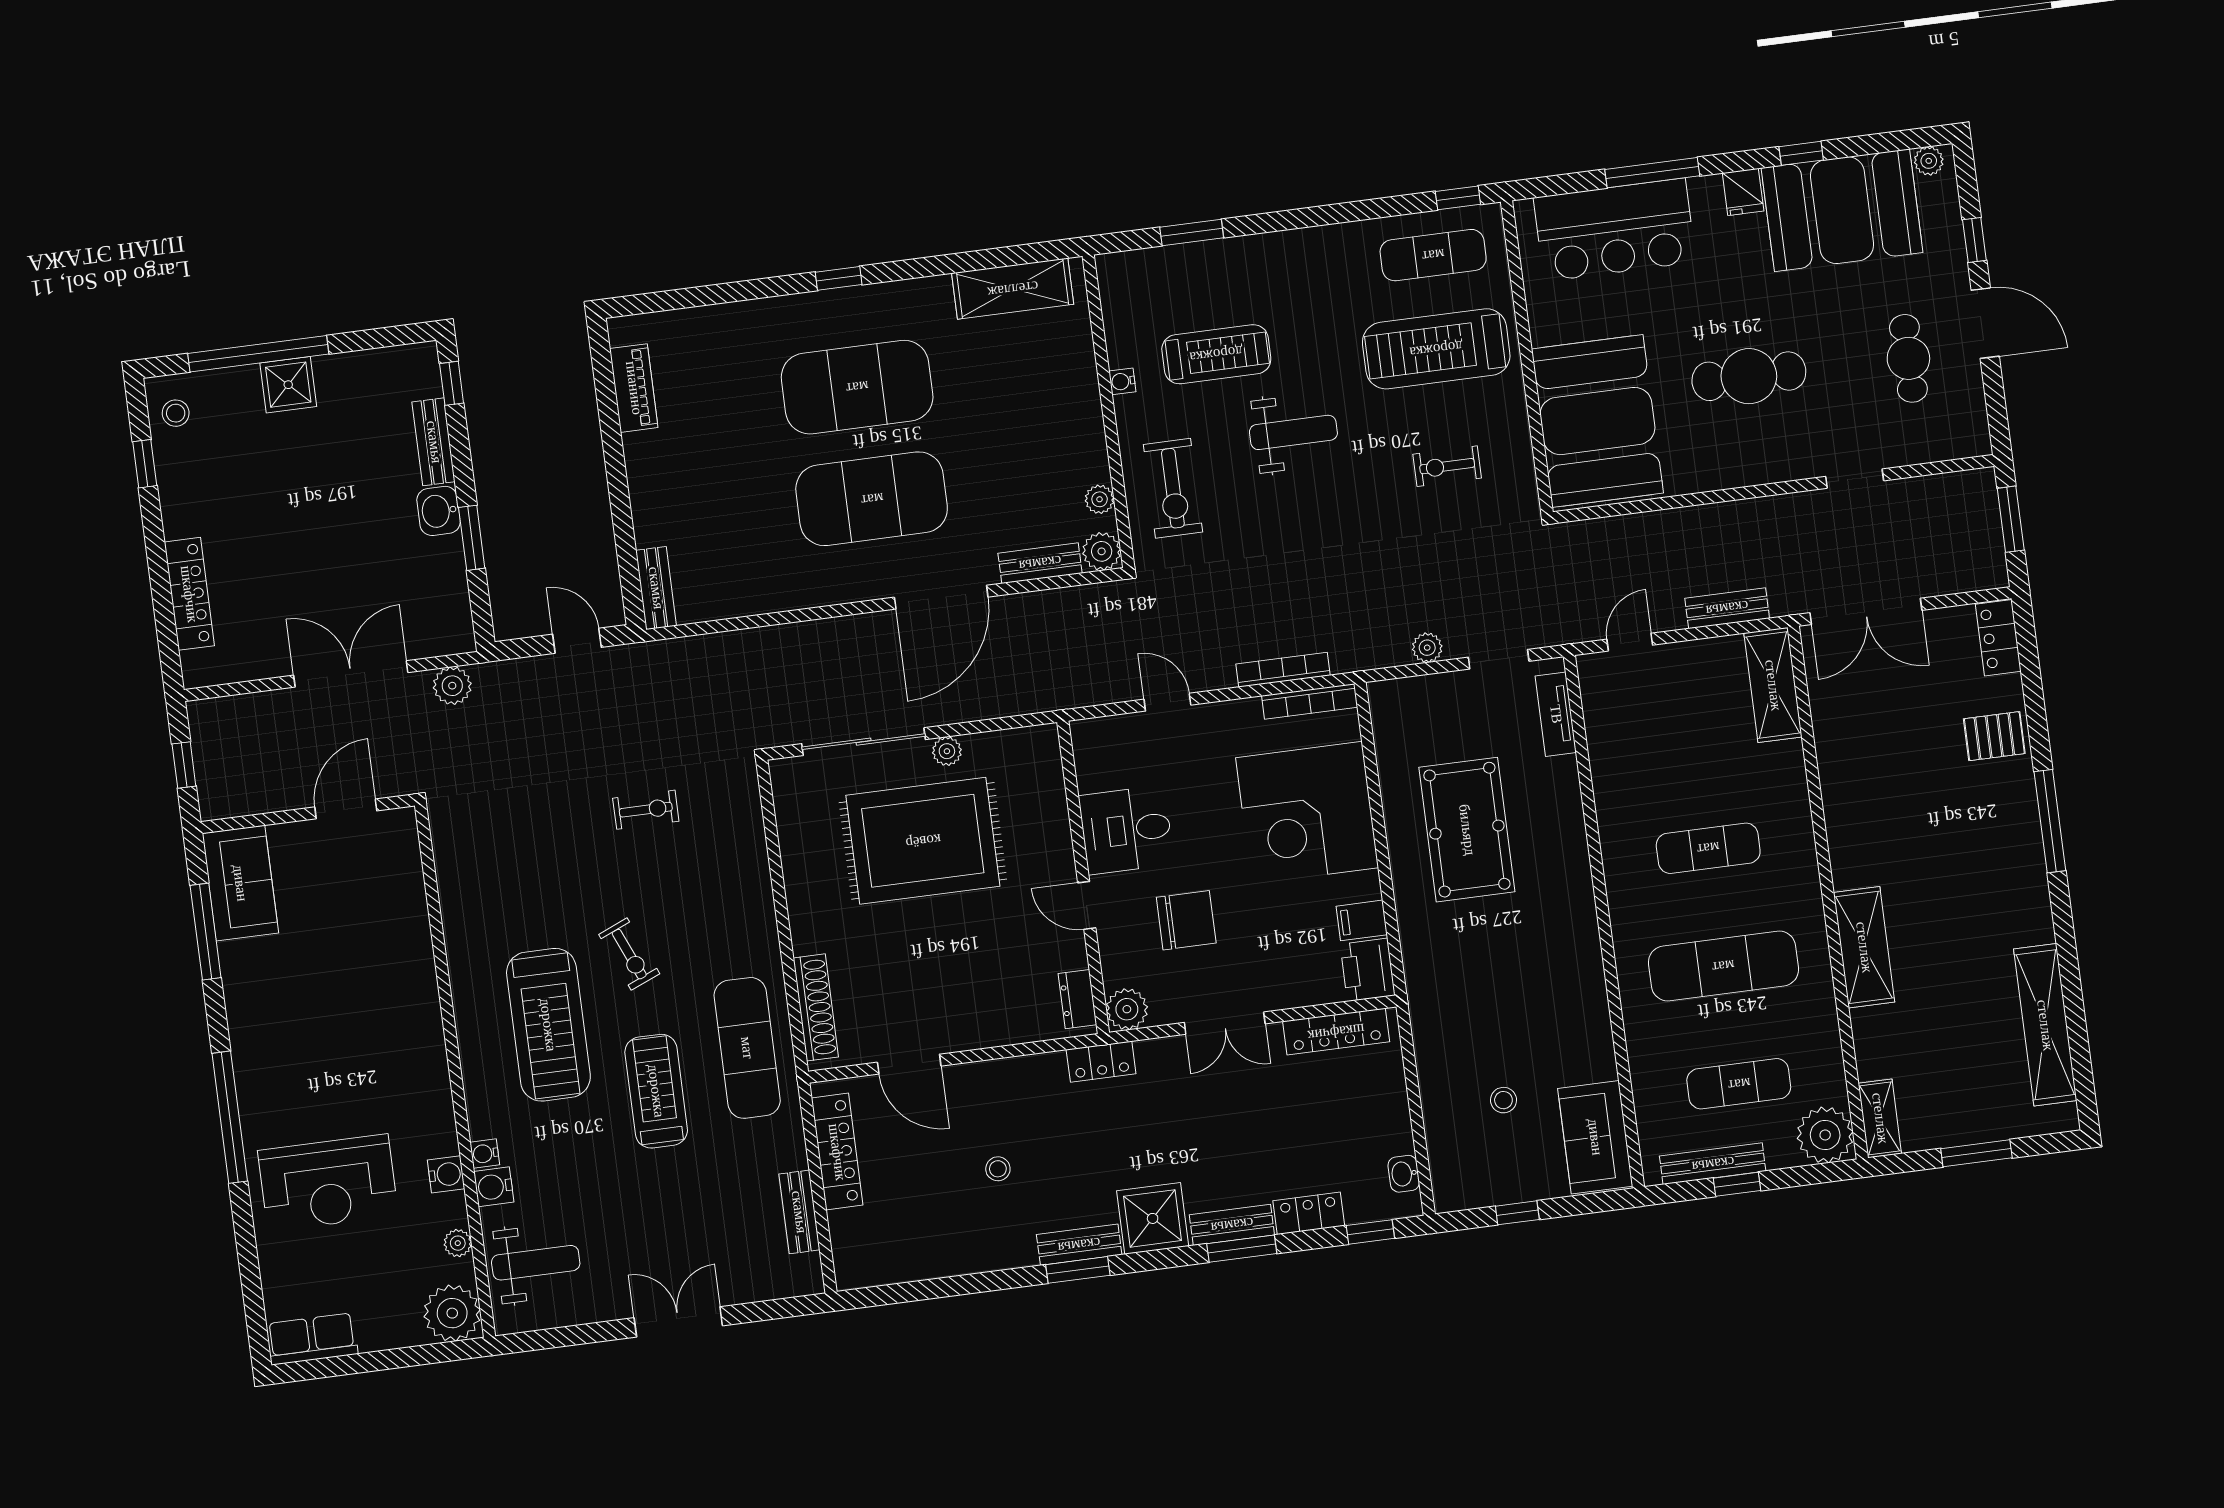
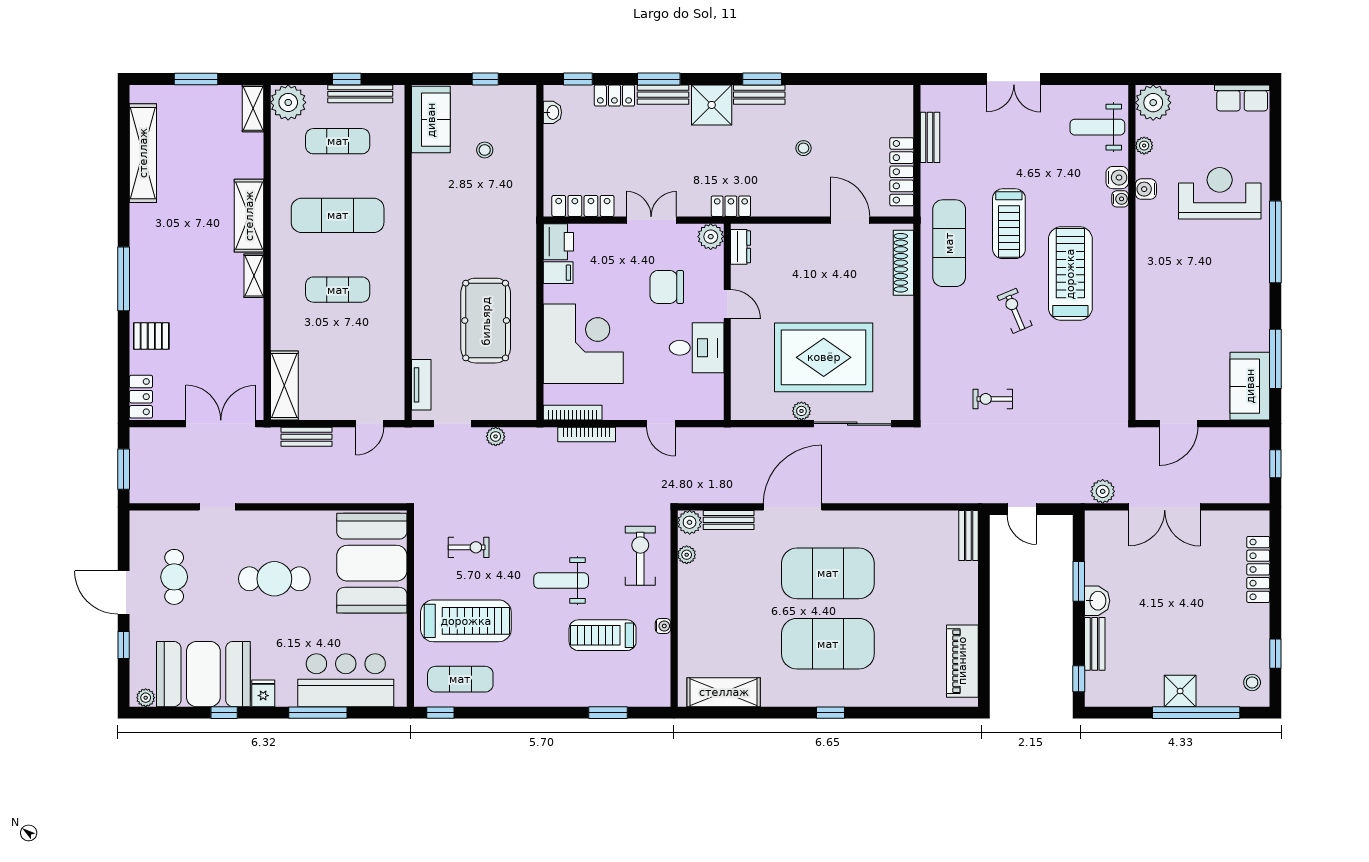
piano: (634, 388) -> (962, 661), width x1.37, depth x1.33
shelving: (1844, 853) -> (254, 276), added

